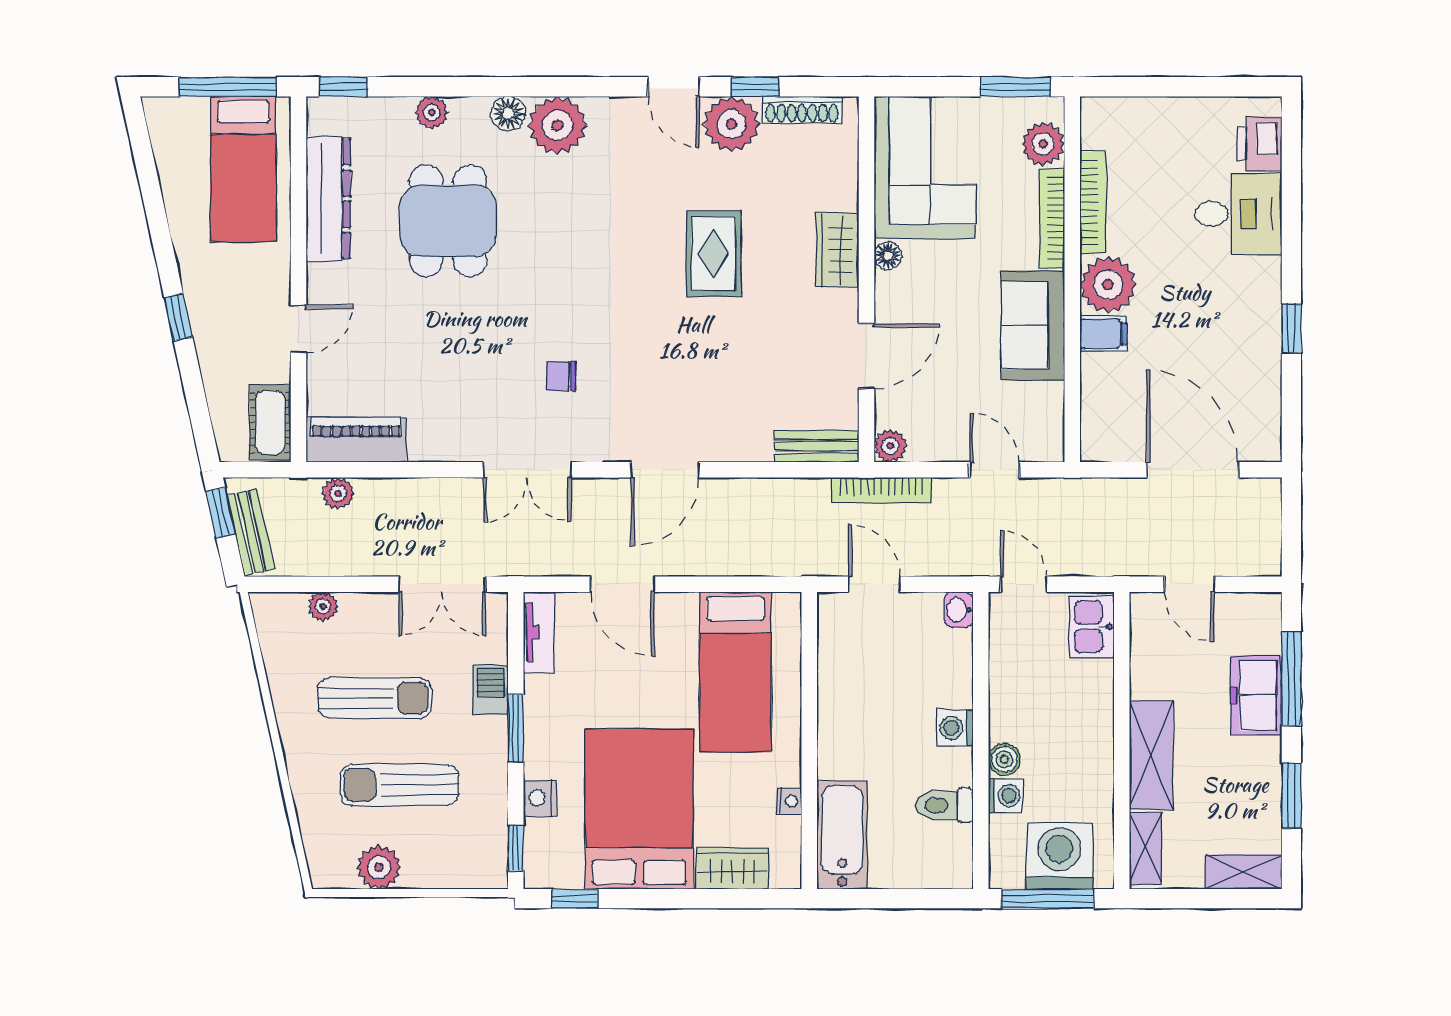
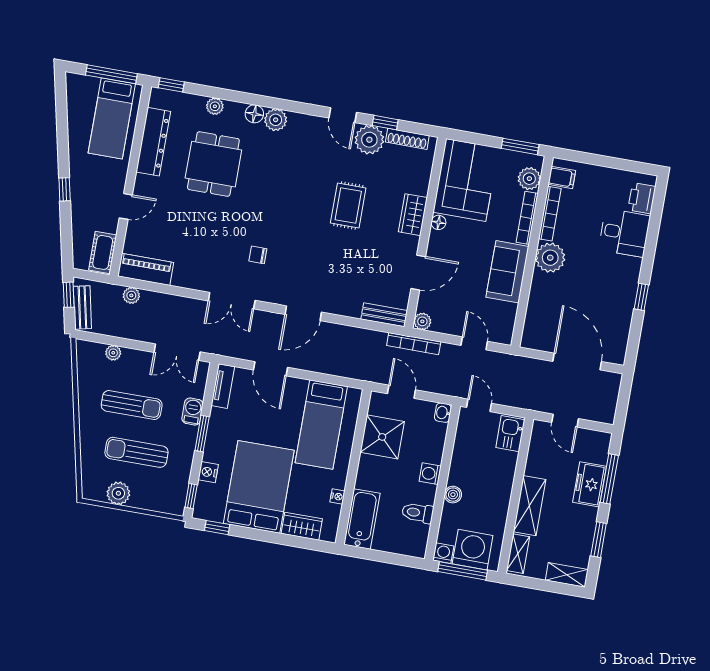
plant: (557, 125) -> (276, 120), width x0.73, depth x0.73
filing cabinet: (1103, 334) -> (562, 177), moved
shower: (853, 675) -> (382, 437), added
washing machine: (1005, 796) -> (443, 553), moved, turned -90

